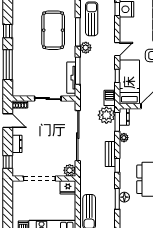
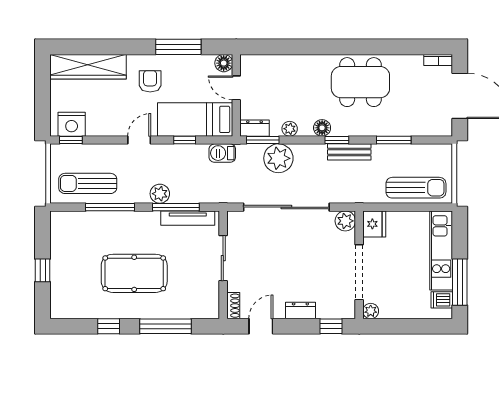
pool table: (53, 30) -> (134, 273), moved
plant: (86, 48) -> (160, 194), moved
door: (117, 49) -> (139, 140), hinge flipped
plant: (106, 115) -> (278, 158), moved
bench: (110, 154) -> (349, 152), moved
plant: (17, 185) -> (371, 311), added
floor lamp: (124, 197) -> (322, 128), moved

